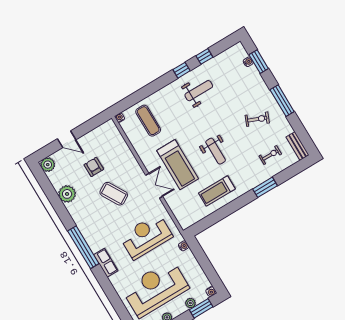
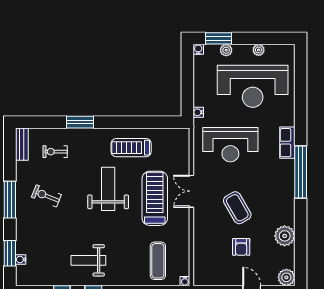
weight bench: (216, 151) -> (108, 189), width x1.36, depth x1.33
treadmill: (217, 191) -> (131, 148), turned 180

